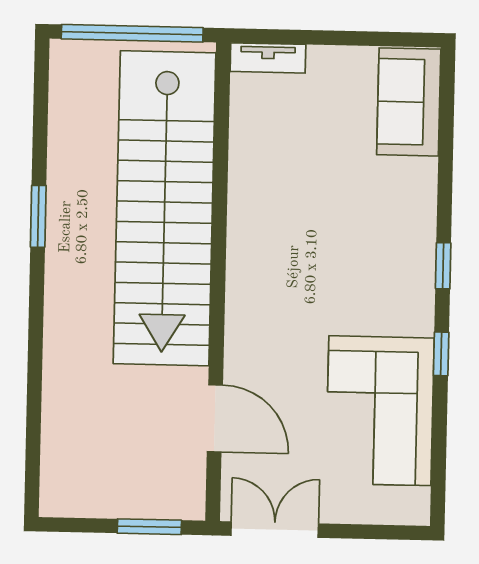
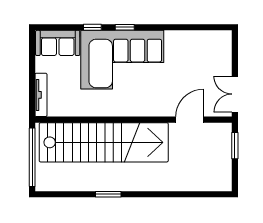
tv unit: (268, 58) -> (41, 95), width x1.41
window: (441, 354) -> (92, 27), moved
corner sofa: (380, 411) -> (122, 60), moved, width x1.36, depth x1.36

